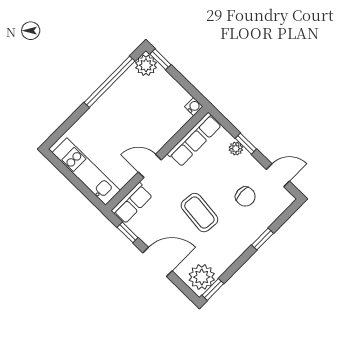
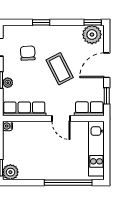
window: (110, 82) -> (68, 183), moved
coffee table: (199, 213) -> (60, 69), turned -33
door: (157, 262) -> (107, 65), hinge flipped

